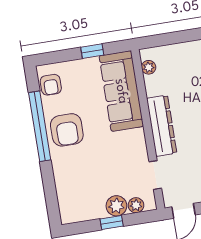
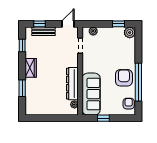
dresser: (162, 126) -> (72, 84), moved
plant: (116, 206) -> (130, 33), moved
window: (112, 223) -> (119, 24), moved

